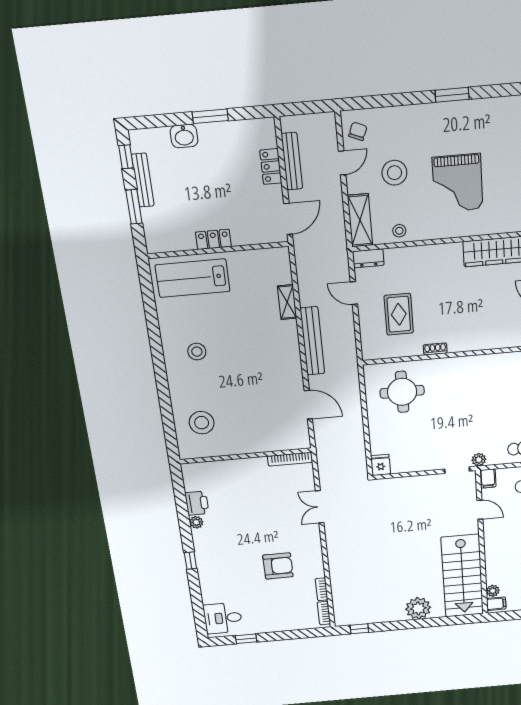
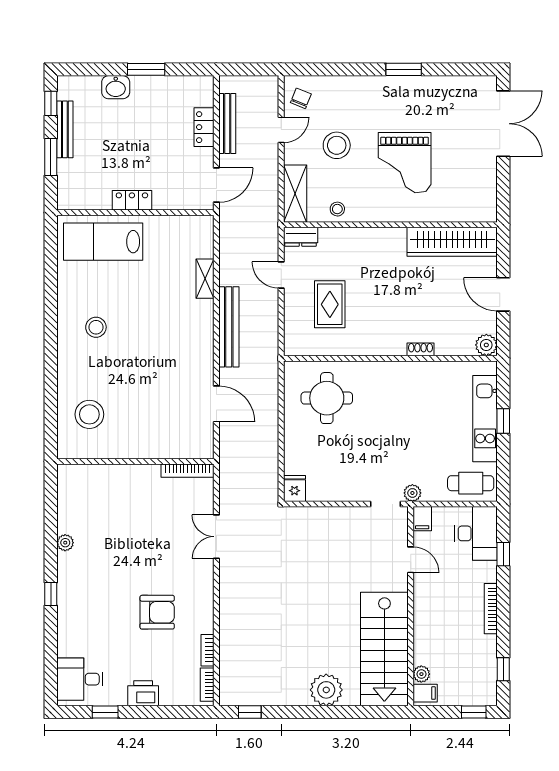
shoe rack: (435, 349) -> (421, 349), moved
printer: (197, 503) -> (143, 693), moved, turned -90

